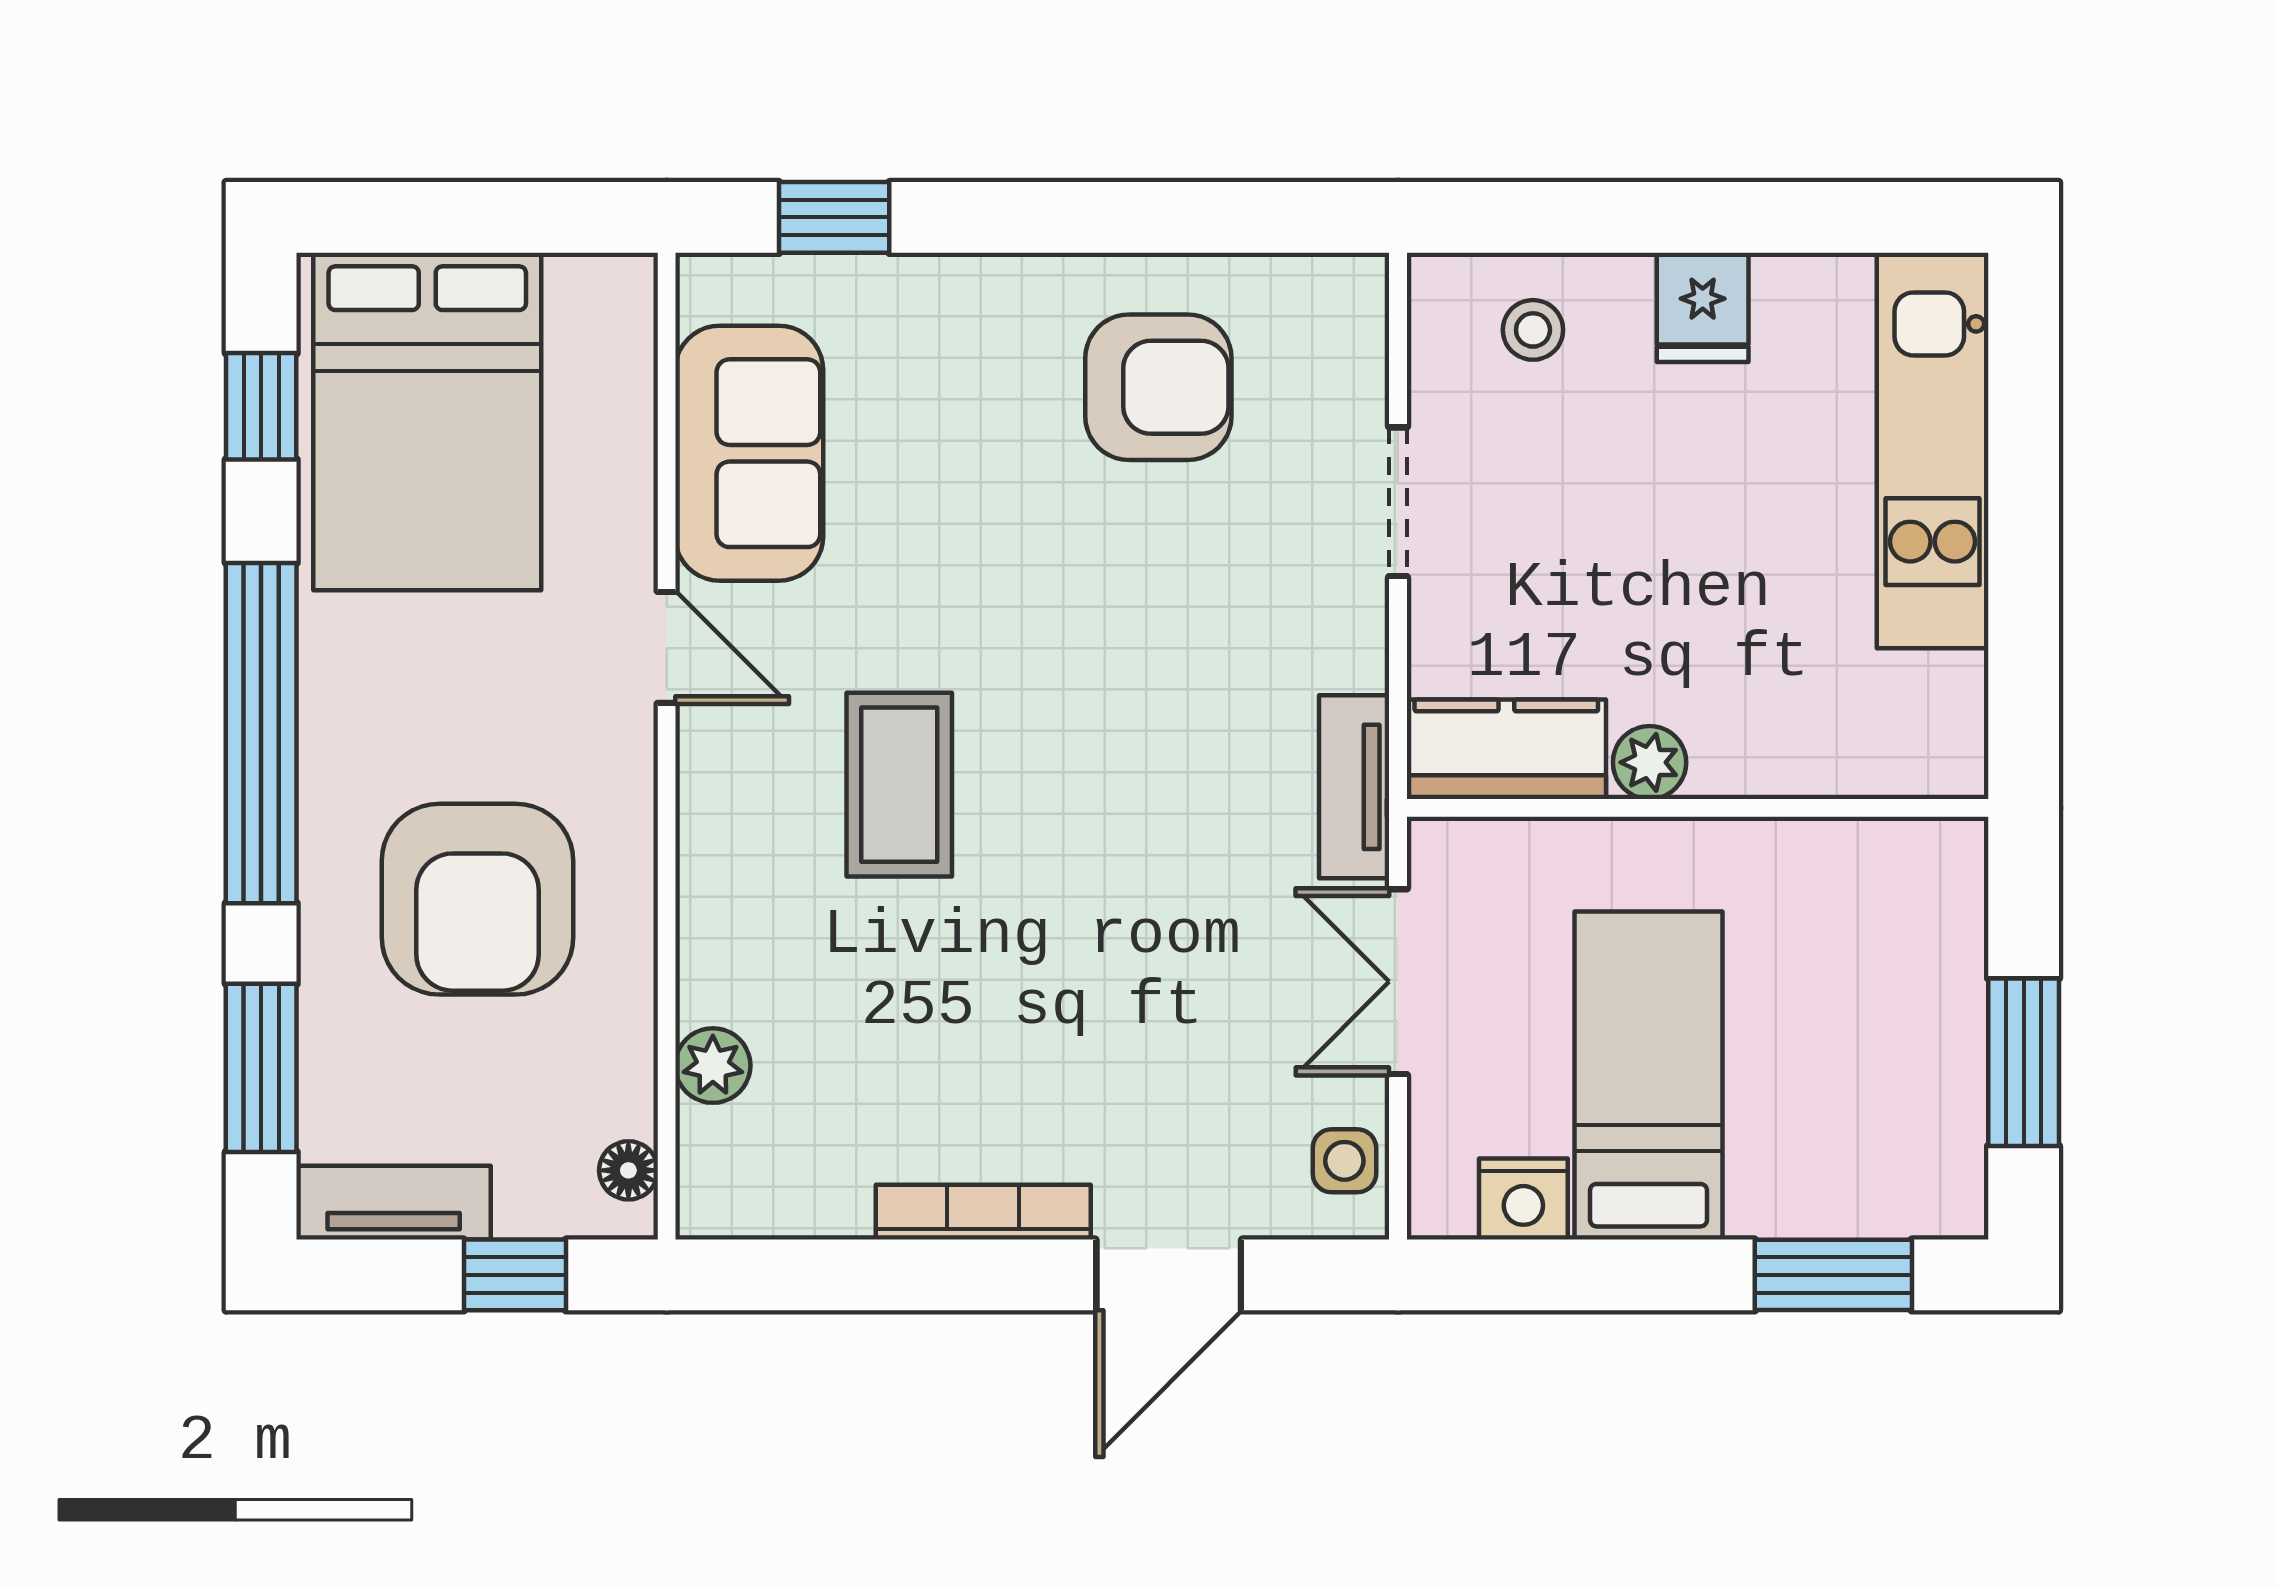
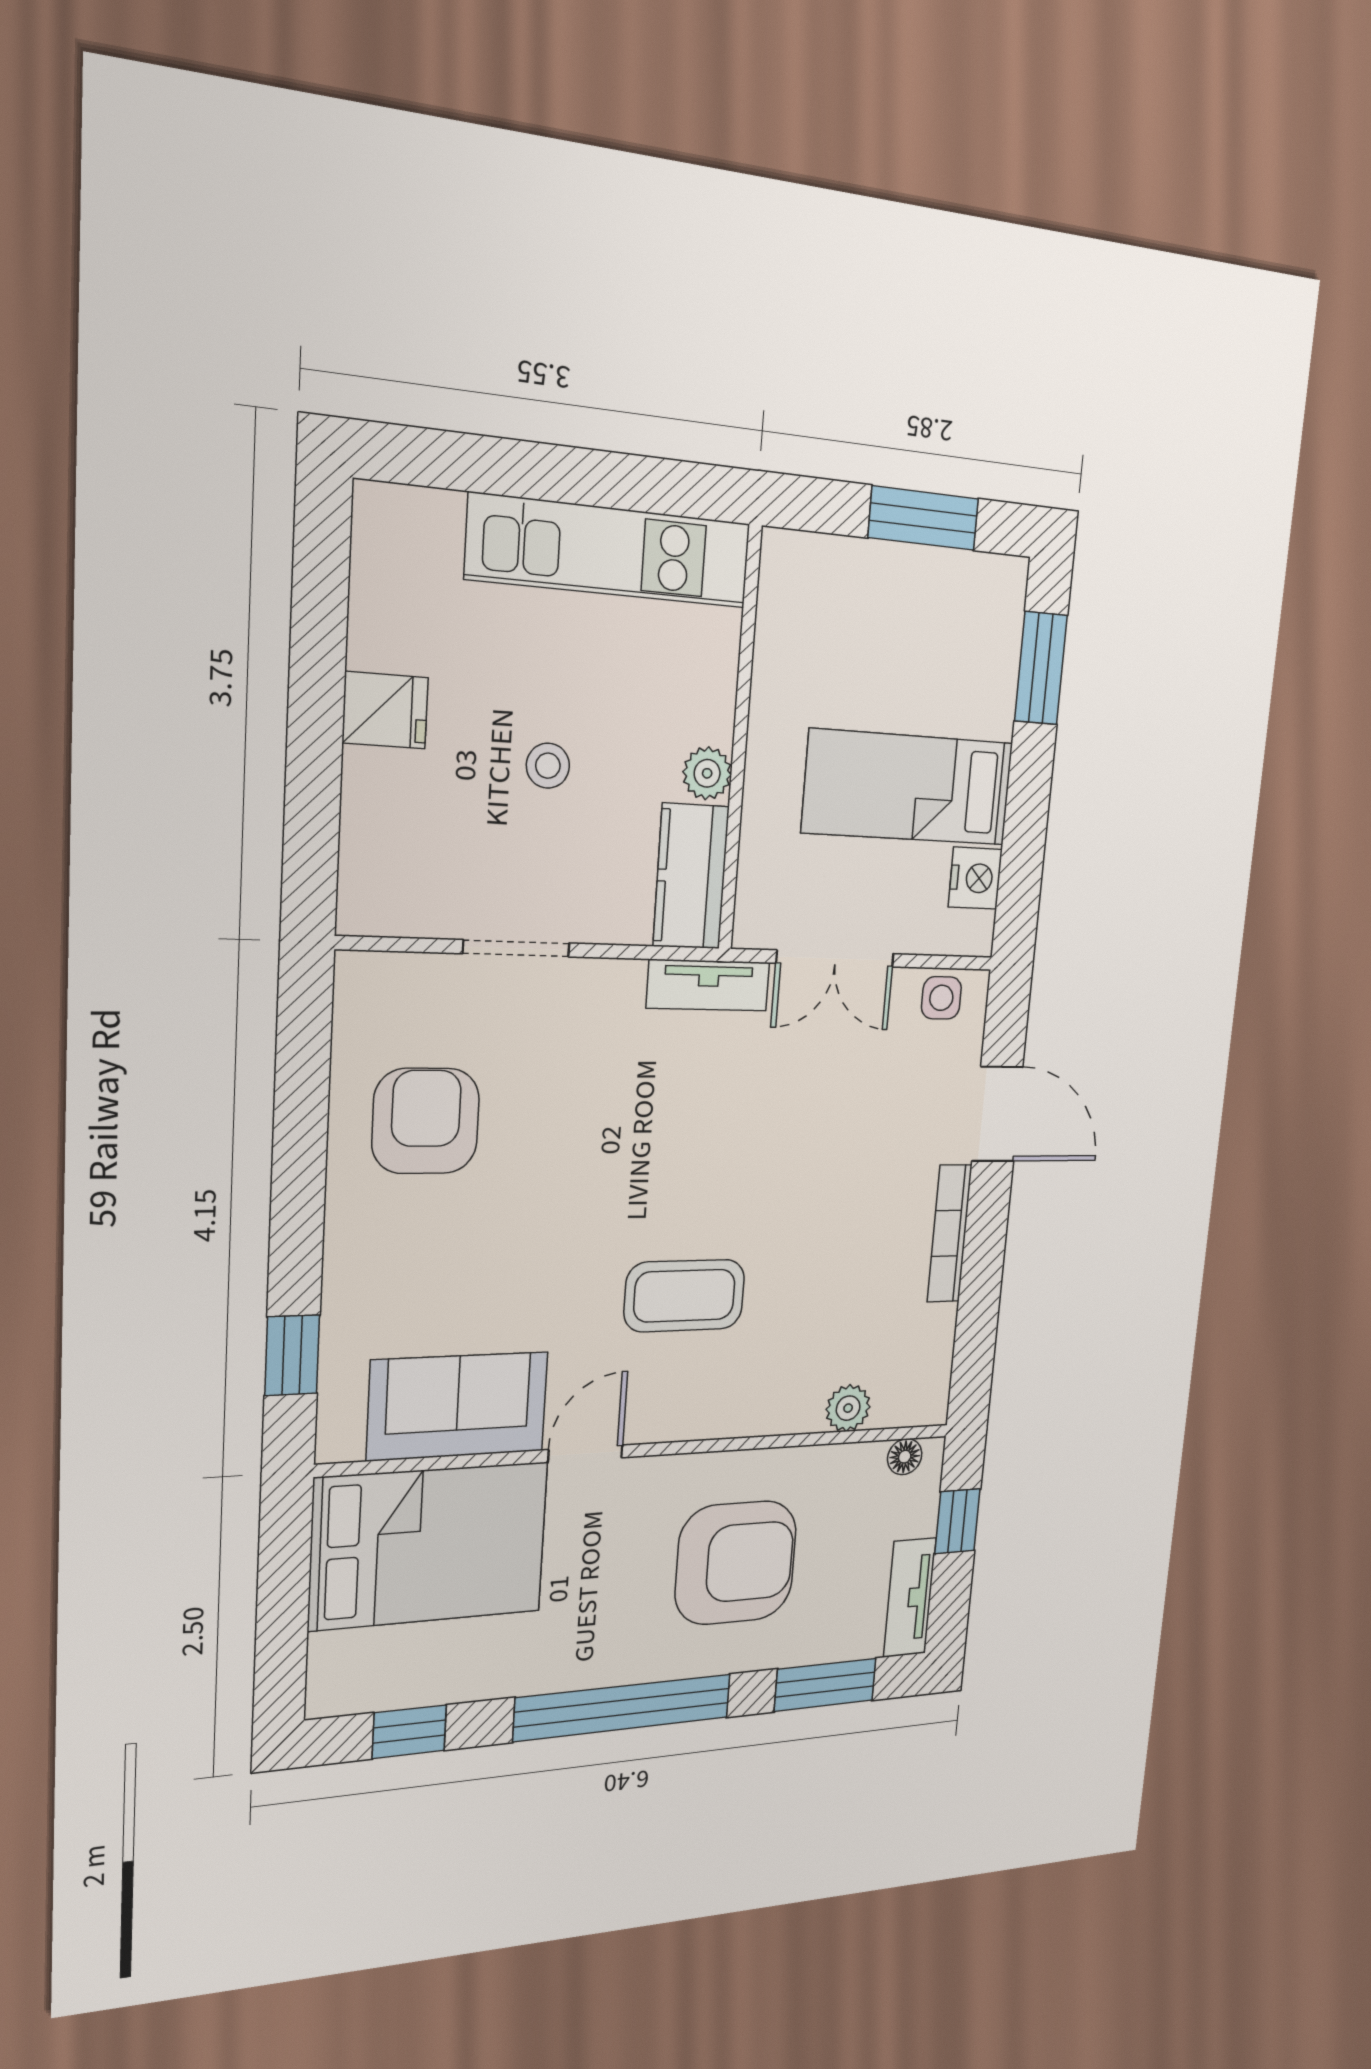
stool: (1533, 330) -> (548, 766), moved
bed: (427, 421) -> (429, 1546), moved
kitchen unit: (1933, 451) -> (610, 551), moved

